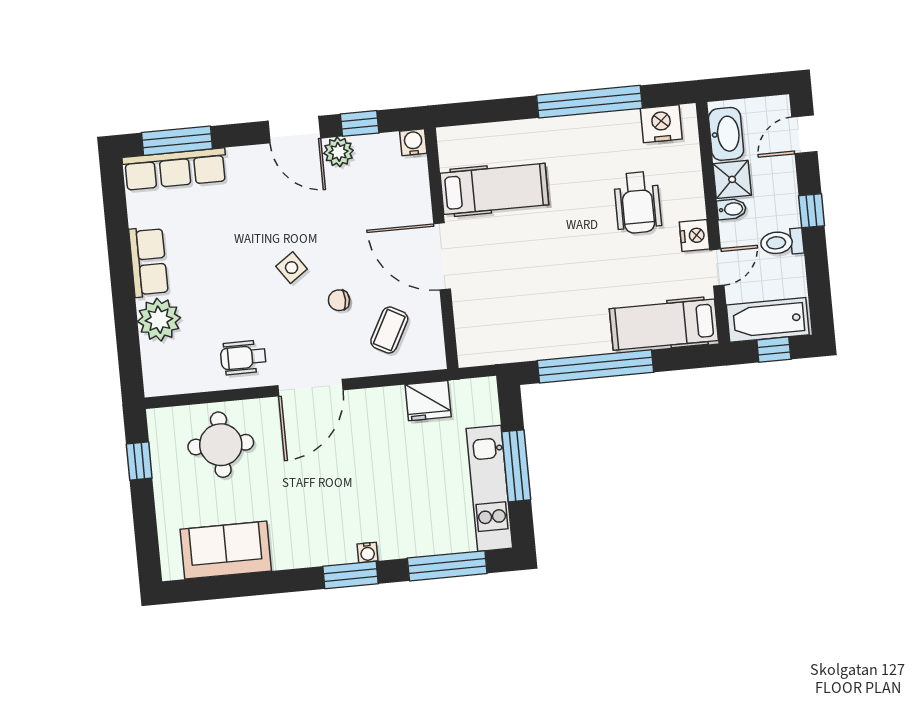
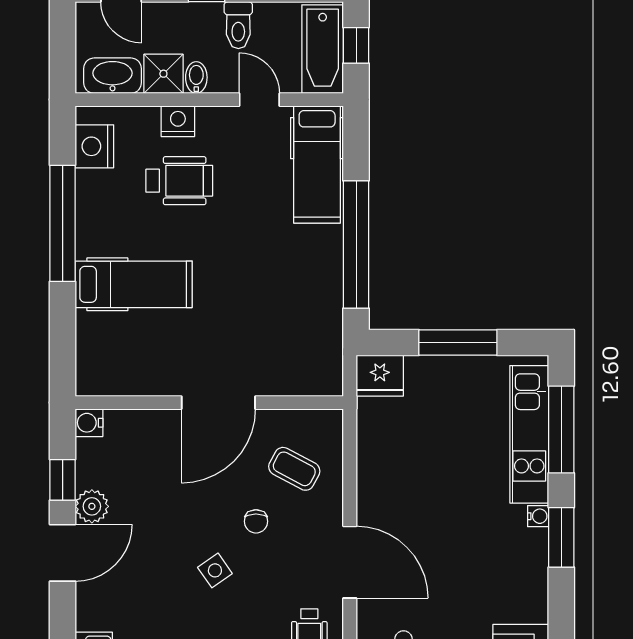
hospital bed: (494, 189) -> (134, 284), moved, turned 90
nightstand: (694, 236) -> (178, 121), moved
fridge: (428, 401) -> (380, 376), moved, turned 90
kitchen unit: (489, 488) -> (529, 434), moved, turned 90

